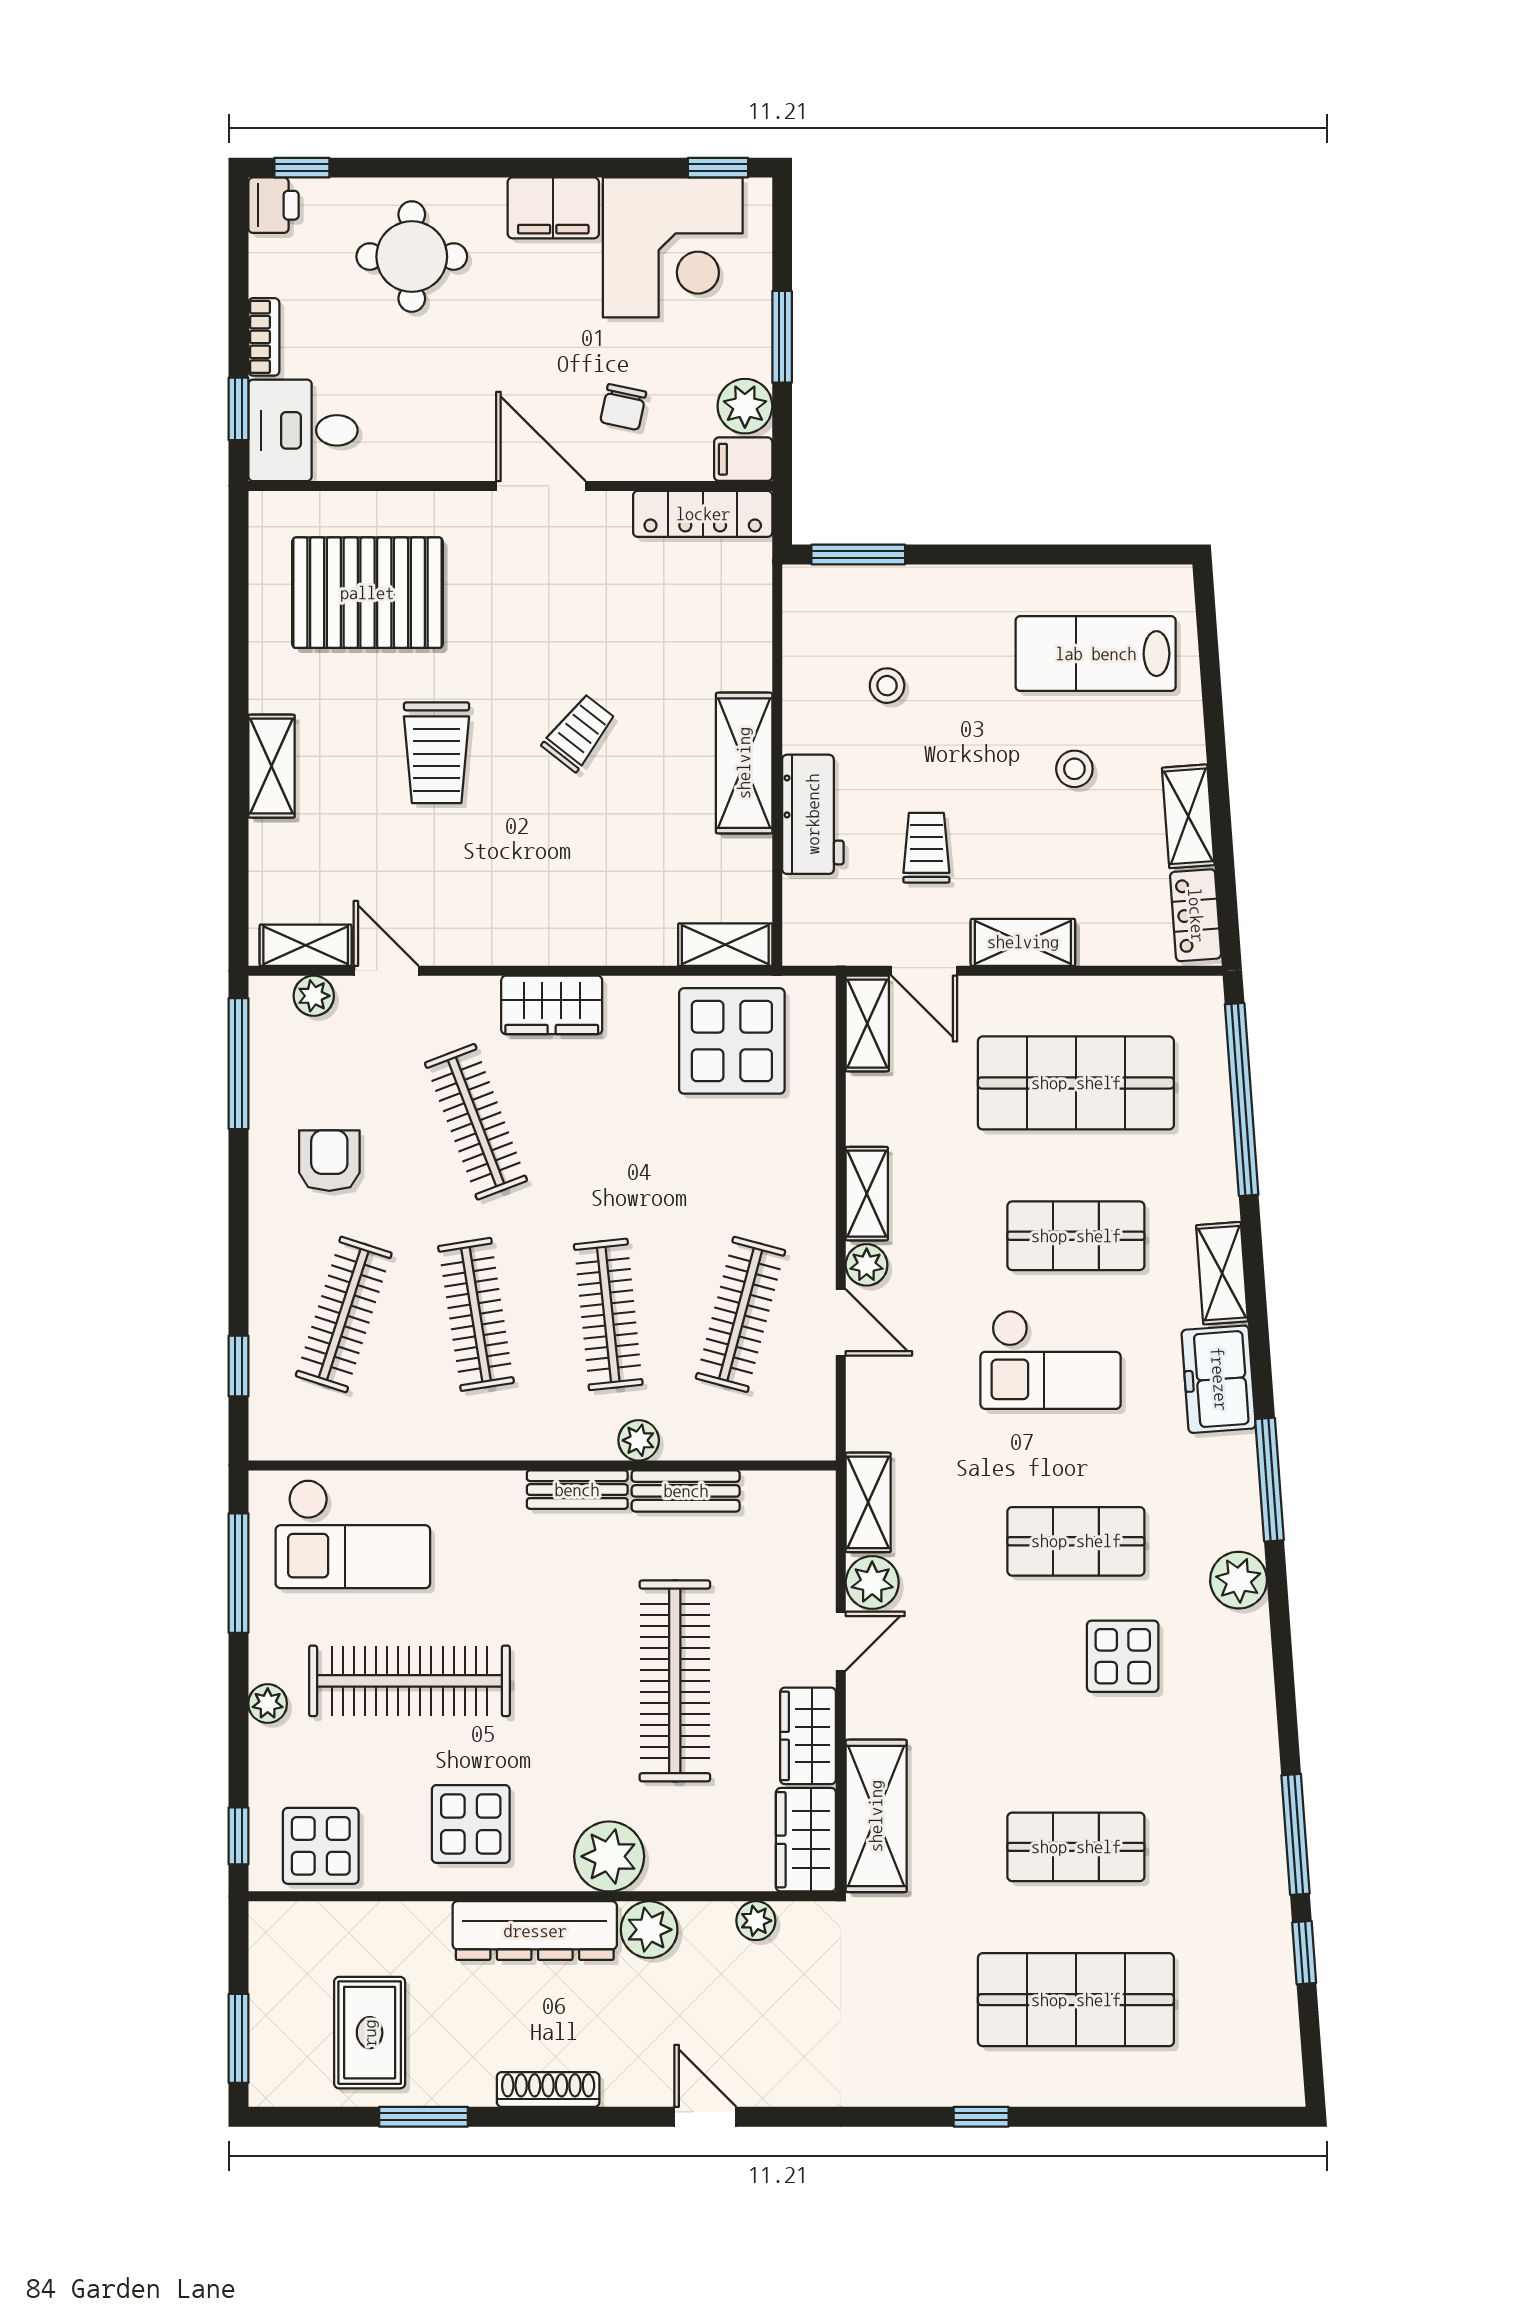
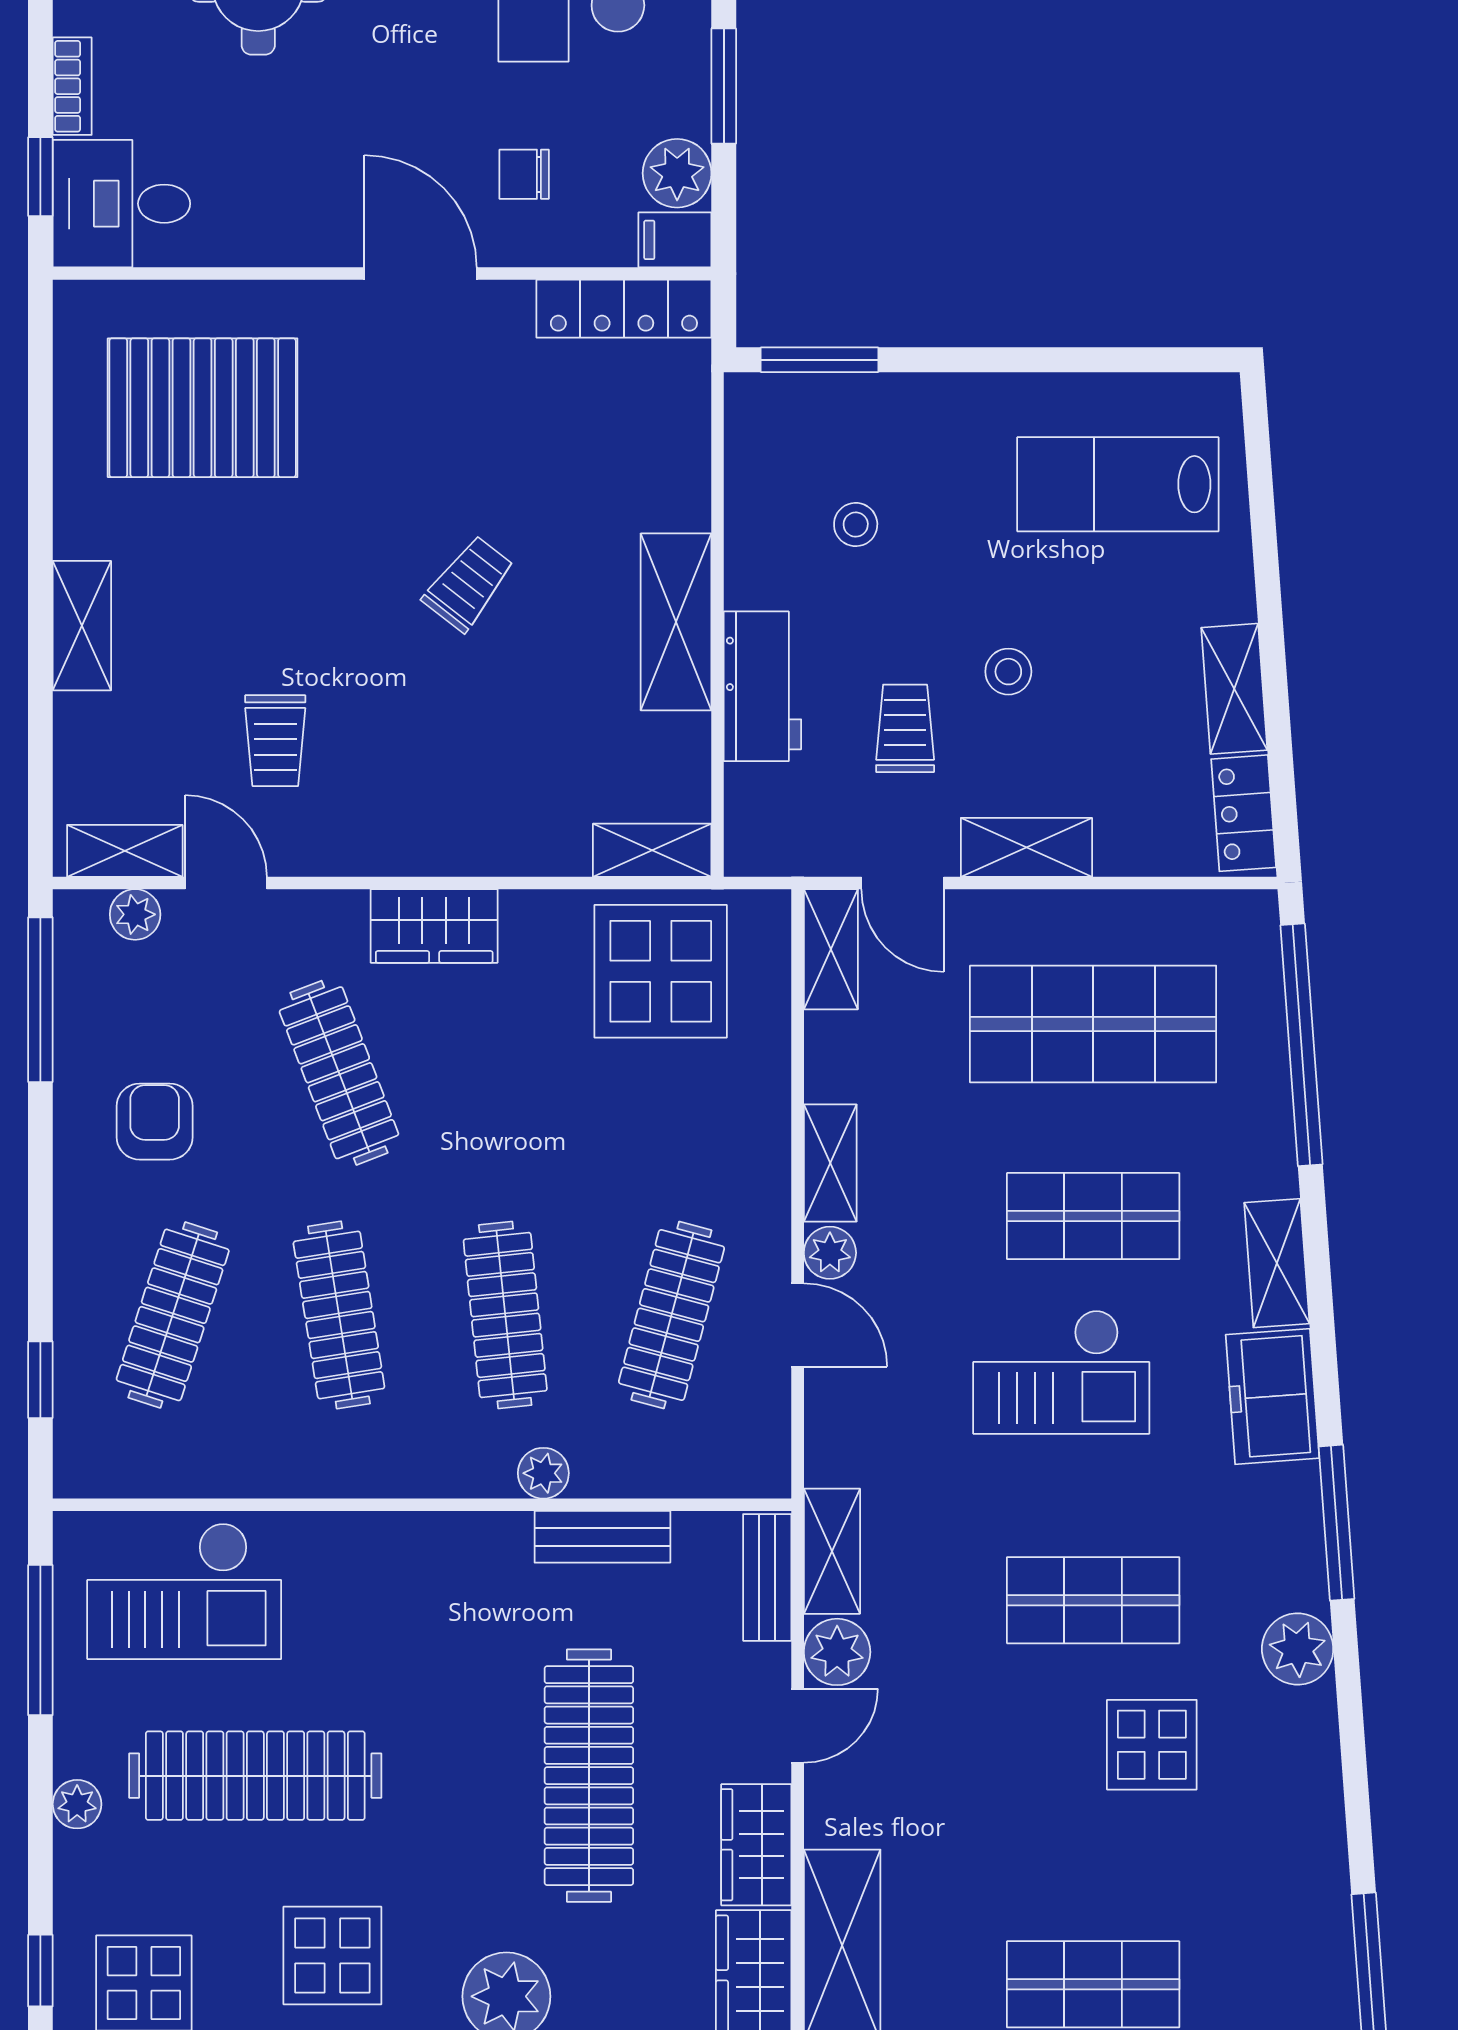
chair: (623, 407) -> (524, 174), turned 78
trolley: (437, 753) -> (275, 741), moved, width x0.73, depth x0.72
stool: (1074, 769) -> (1008, 672), moved
bench: (577, 1490) -> (767, 1577), moved, turned 90

